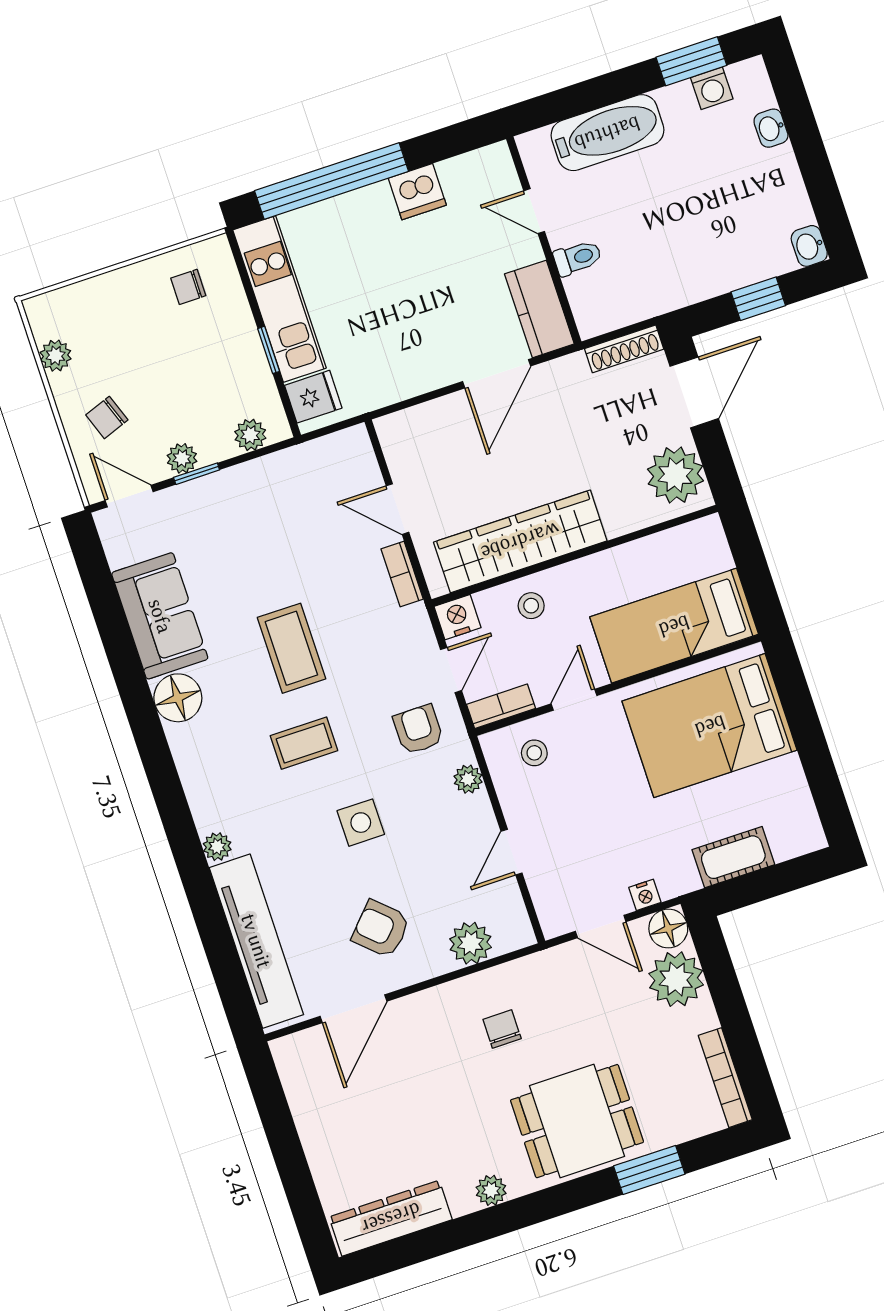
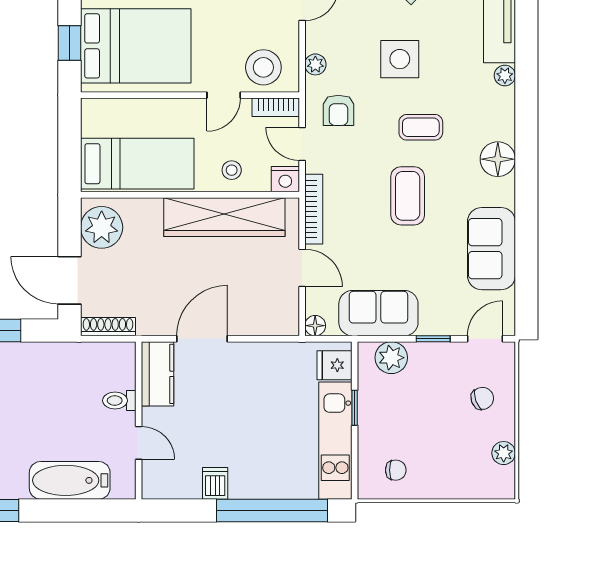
dishwasher: (417, 192) -> (215, 483), width x0.73
door: (694, 392) -> (69, 280), hinge flipped
plant: (250, 435) -> (391, 358), width x1.38, depth x1.38
floor lamp: (355, 440) -> (315, 326), added
plant: (182, 458) -> (440, 353), removed
sofa: (279, 483) -> (378, 313), added
door: (129, 496) -> (485, 339), swing flipped
bookcase: (402, 574) -> (314, 209), width x1.56
bed: (674, 626) -> (137, 164), moved
door: (451, 670) -> (302, 144), hinge flipped
floor lamp: (178, 698) -> (498, 159), moved
window: (797, 701) -> (69, 43), added
stool: (534, 753) -> (263, 67), width x1.89, depth x1.89
side table: (361, 823) -> (400, 59), width x1.37, depth x1.37

